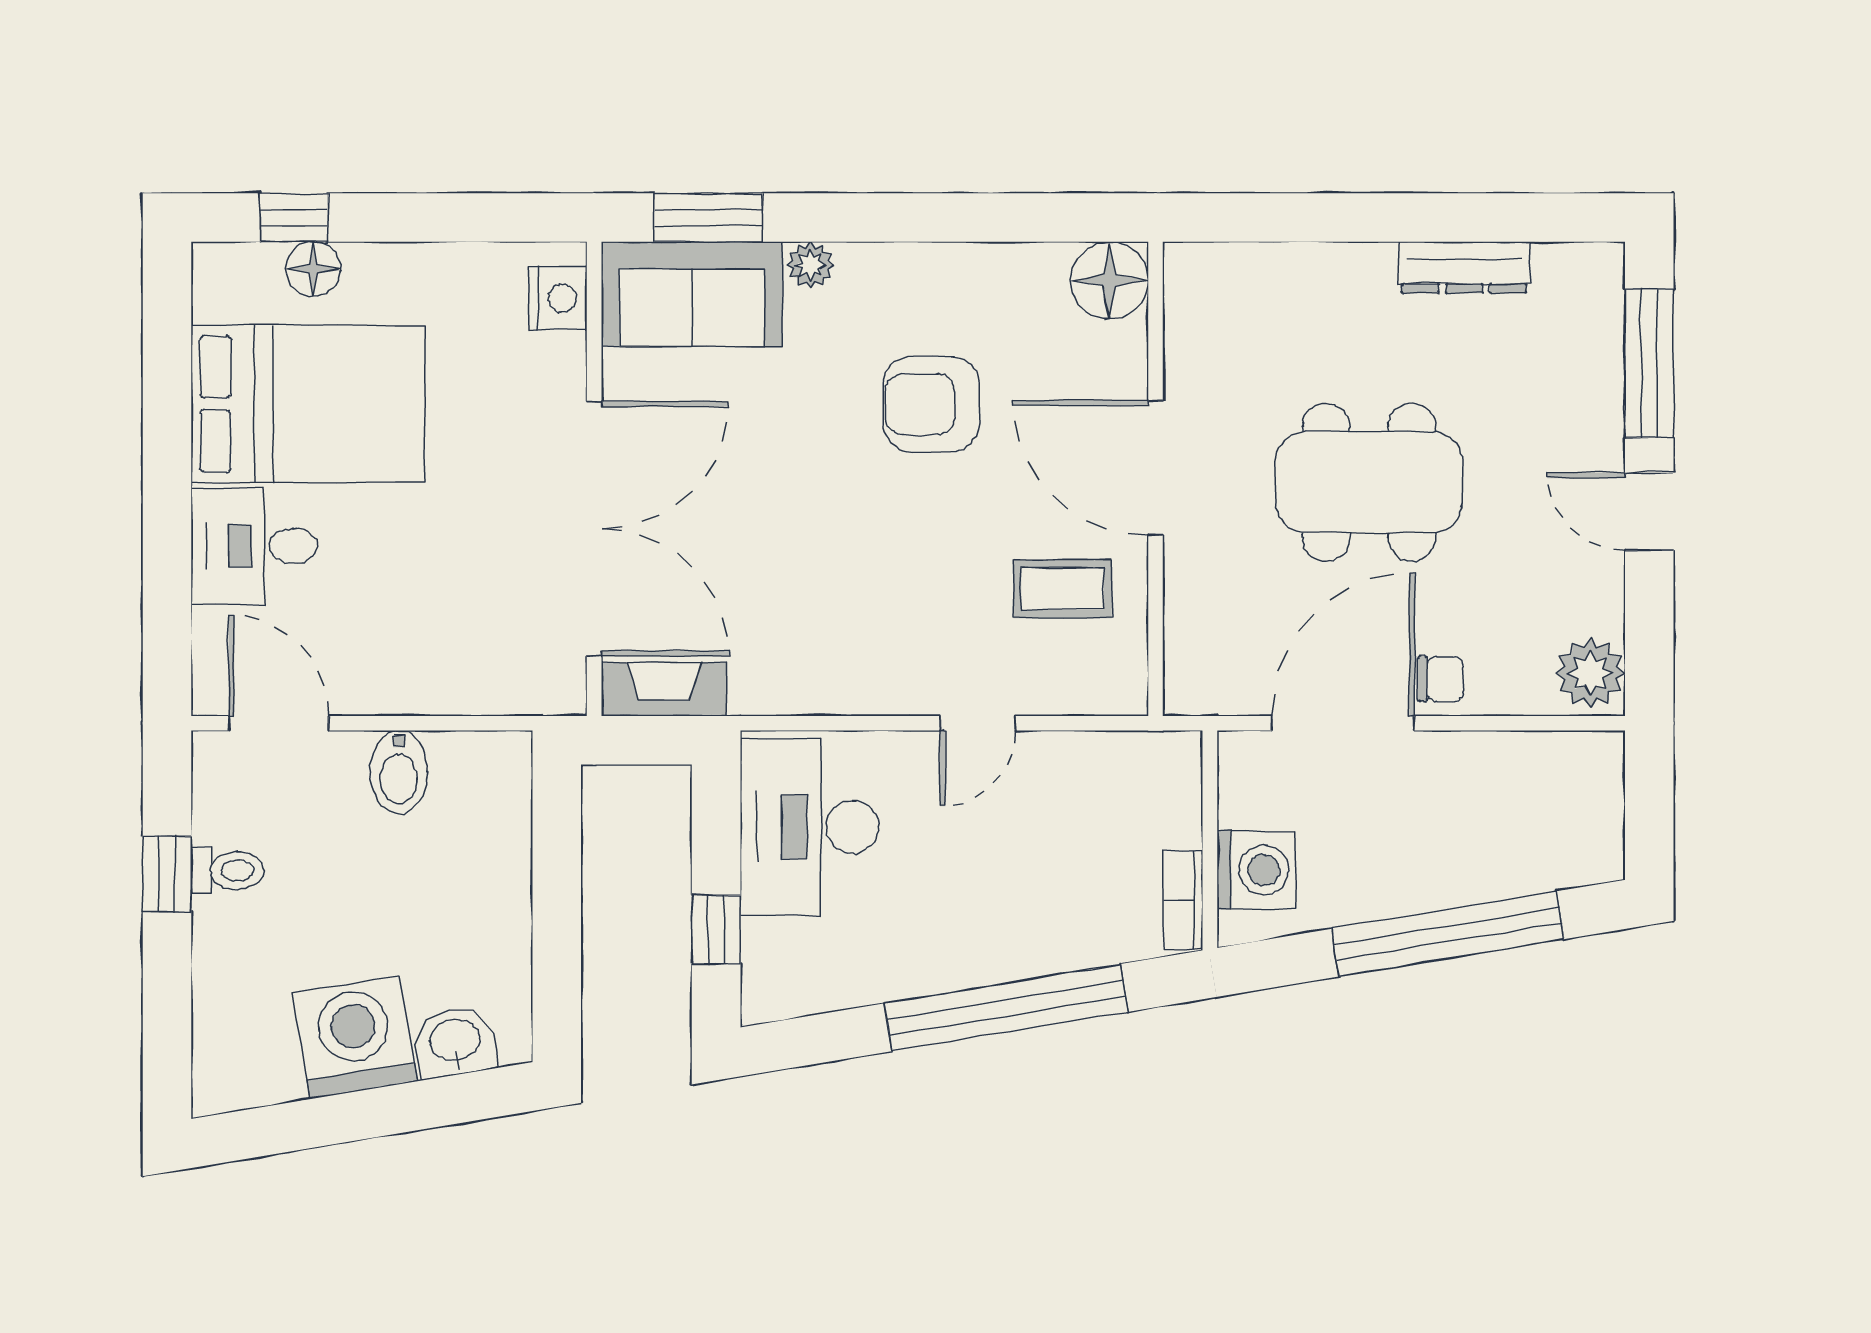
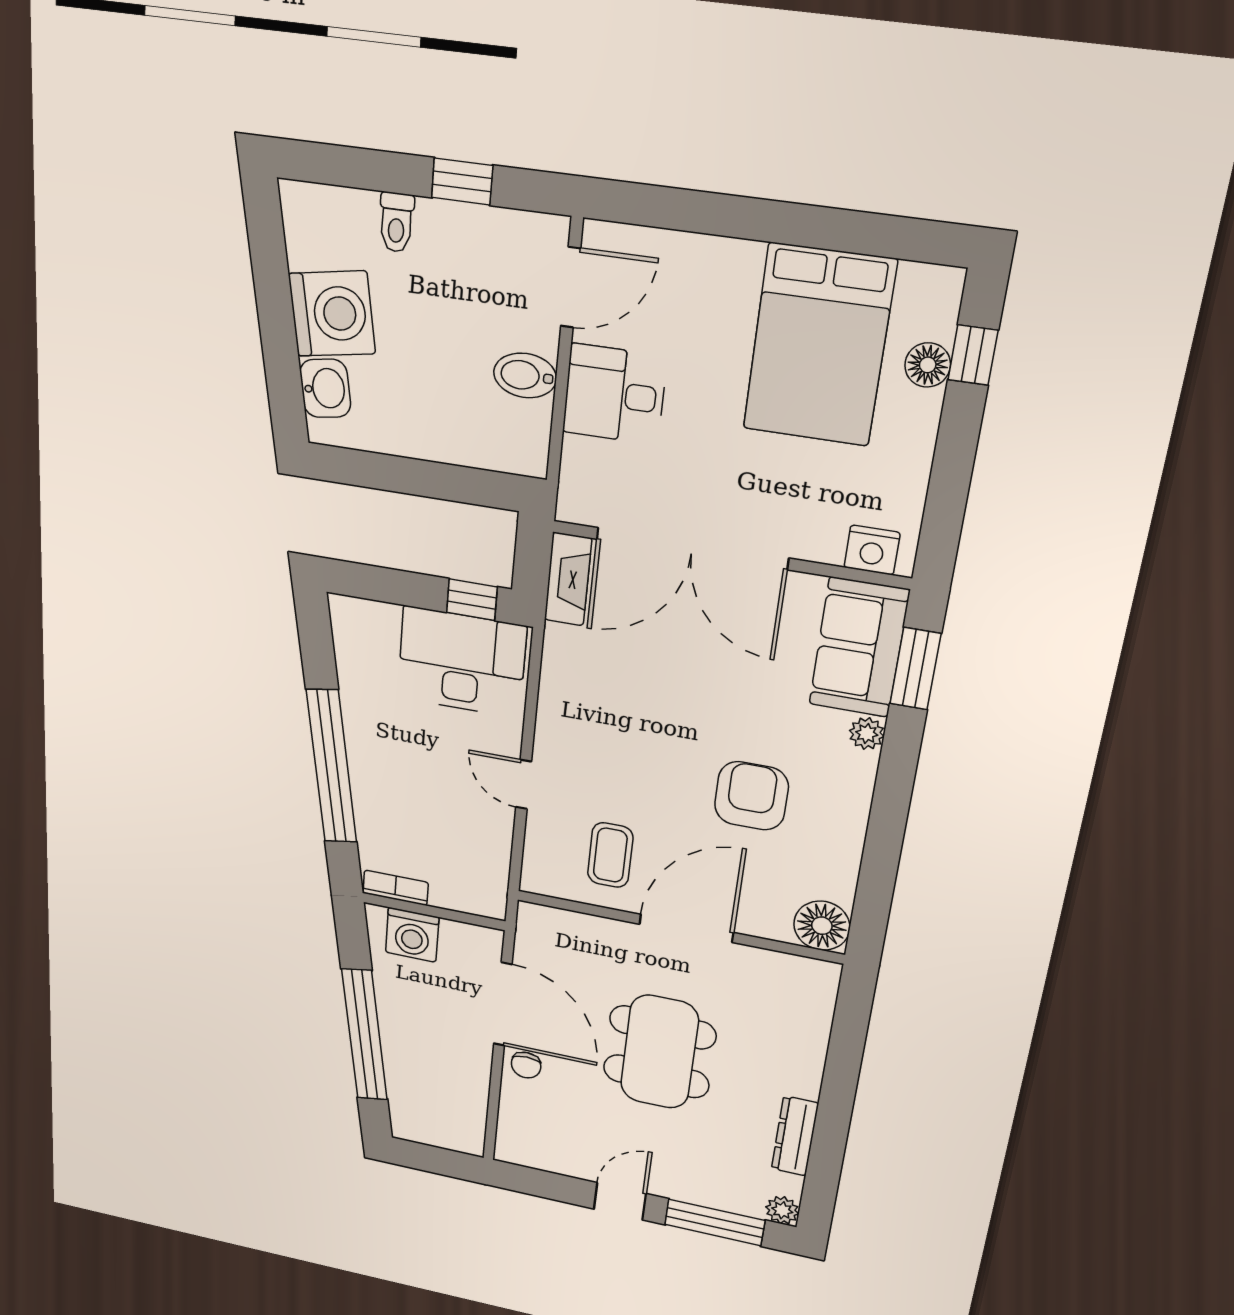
desk: (254, 546) -> (614, 394), moved, turned -90
plant: (1590, 673) -> (782, 1210), moved, width x0.73, depth x0.73
toilet: (228, 870) -> (396, 222), moved
window: (716, 930) -> (472, 600), moved

